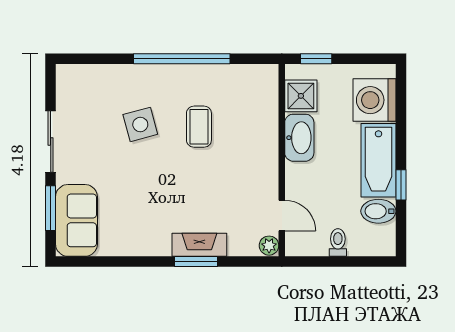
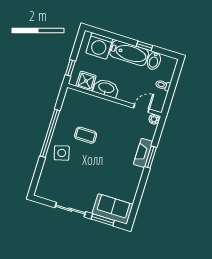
side table: (140, 124) -> (62, 153), moved

